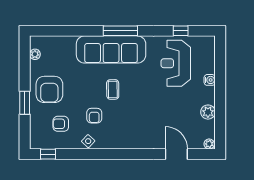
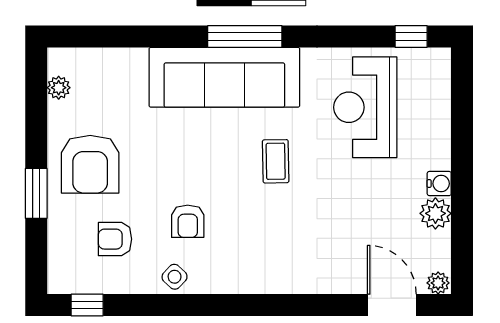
window: (181, 31) -> (411, 36), moved
water cooler: (210, 80) -> (439, 184), moved
coffee table: (113, 89) -> (276, 161), moved
door: (176, 154) -> (392, 305), moved

